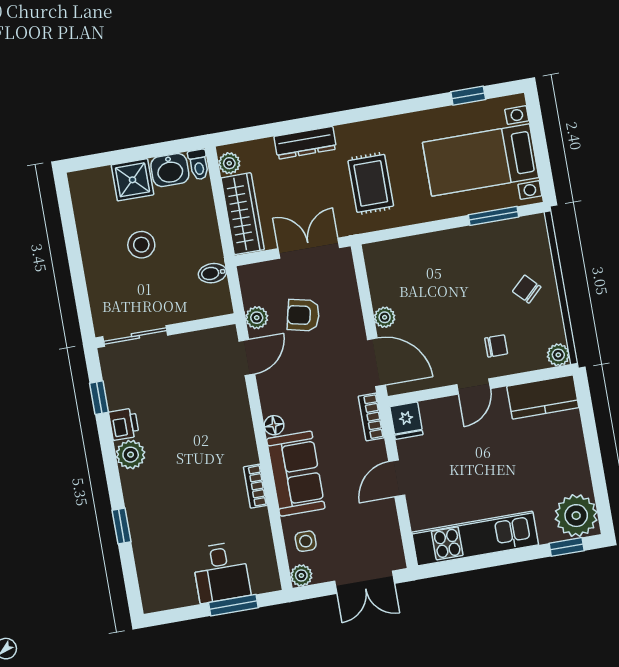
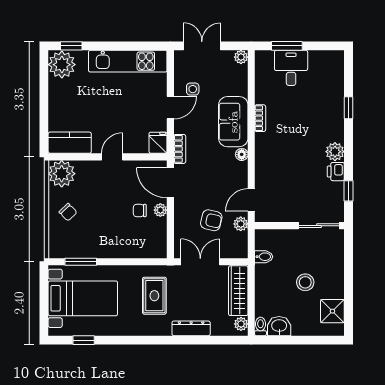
shower: (132, 180) -> (332, 311), moved
double door: (309, 248) -> (200, 262), swing flipped
chair: (496, 346) -> (140, 210), moved
plant: (558, 355) -> (62, 174), width x1.87, depth x1.87
side table: (306, 541) -> (193, 89), moved

